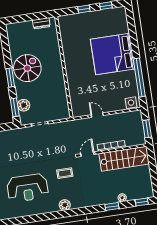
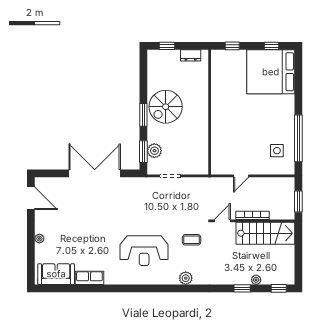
window: (84, 9) -> (232, 46), moved
window: (21, 19) -> (167, 46), added
bed: (113, 54) -> (271, 72), moved
spiral stairs: (27, 68) -> (166, 107), turned 180
side table: (131, 103) -> (277, 151), moved
door: (97, 115) -> (241, 176), swing flipped

